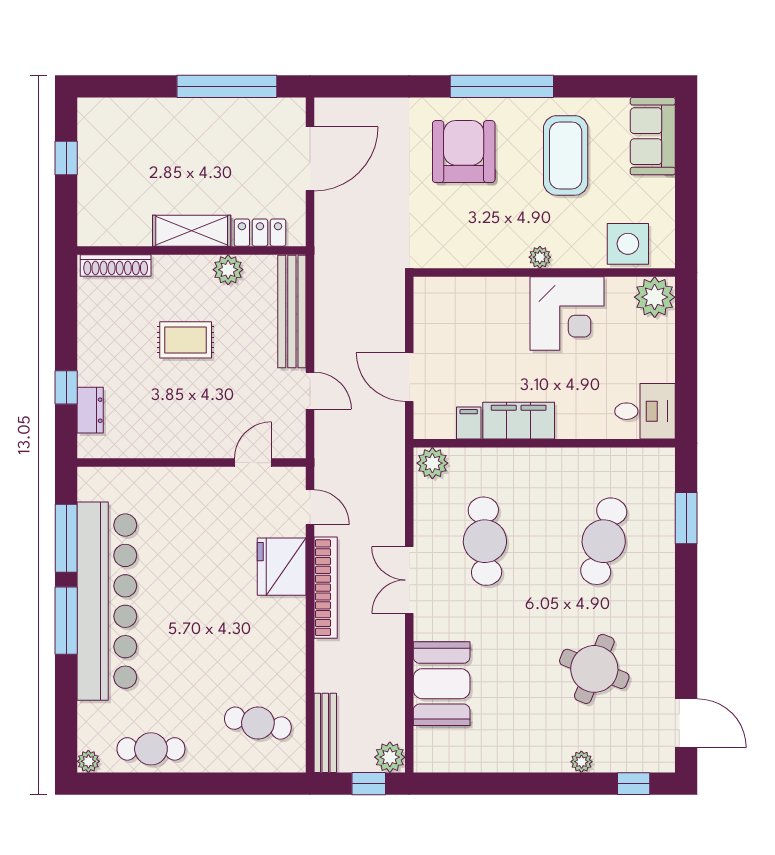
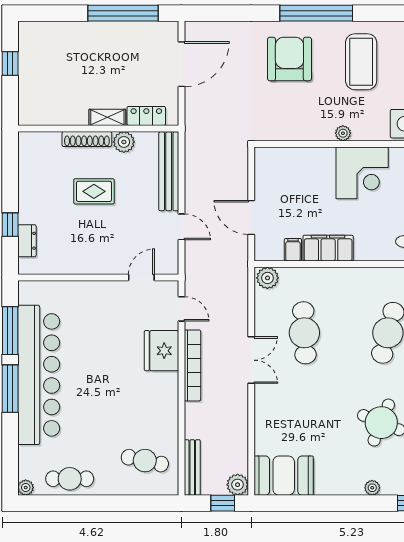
shelving: (192, 231) -> (107, 117), width x0.67, depth x0.75
shoe rack: (116, 265) -> (87, 139), moved
double door: (409, 580) -> (251, 360), swing flipped
booth: (442, 684) -> (284, 476), moved, turned 90

